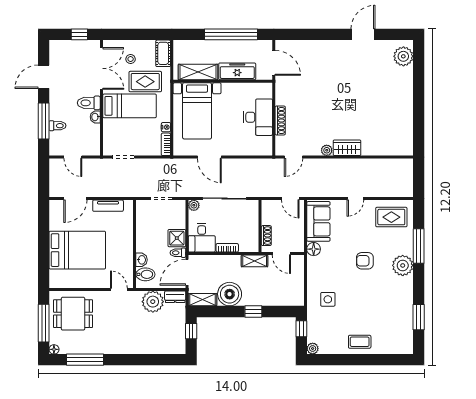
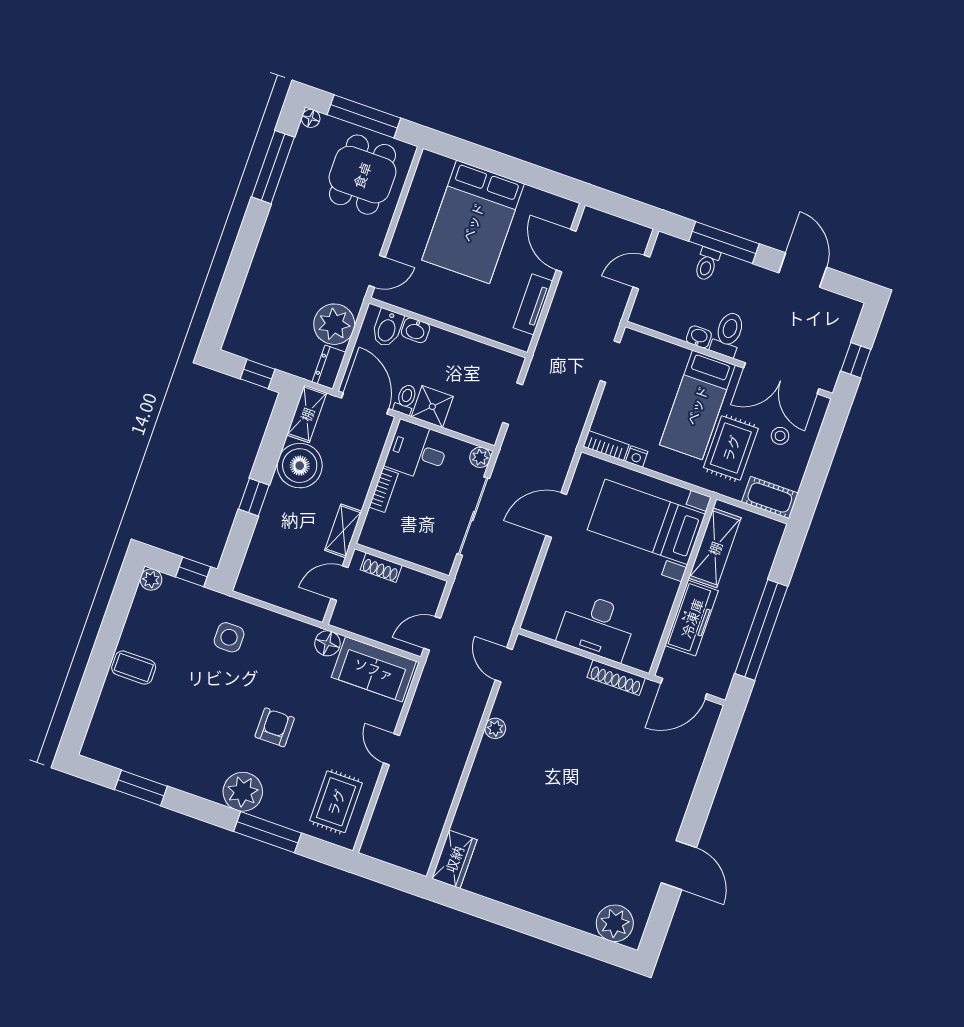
shoe rack: (280, 121) -> (616, 678), moved
wardrobe: (347, 148) -> (454, 859), moved
coffee table: (360, 342) -> (134, 668), turned 90

